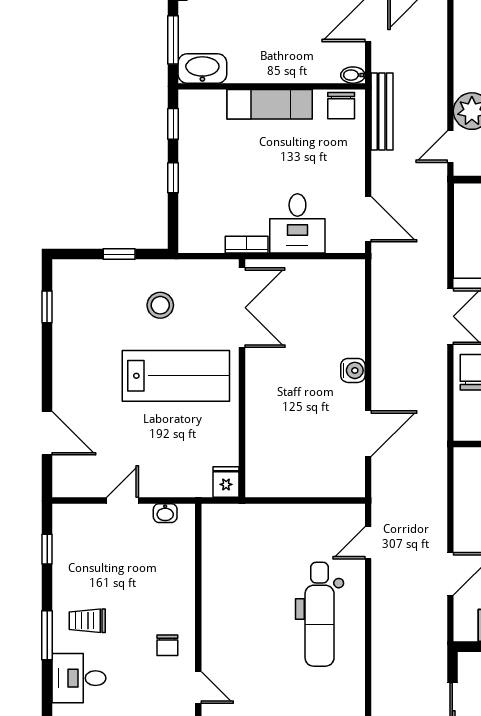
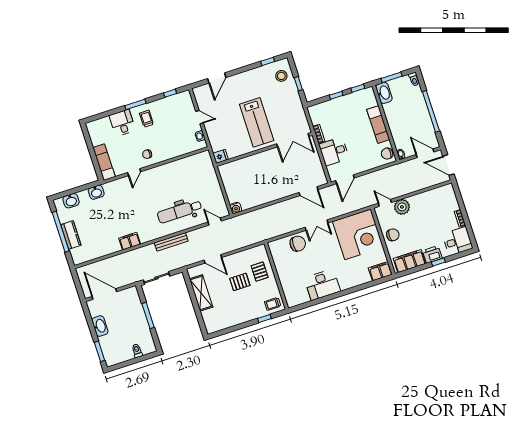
bench: (382, 112) -> (171, 242), moved
stool: (160, 305) -> (281, 76), moved
water cooler: (353, 370) -> (236, 208), moved
door: (368, 434) -> (308, 191), moved

